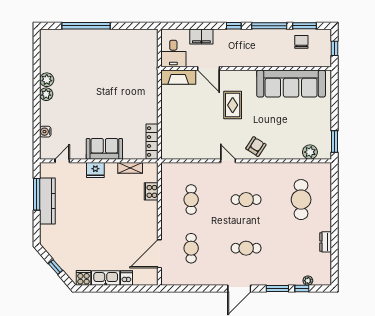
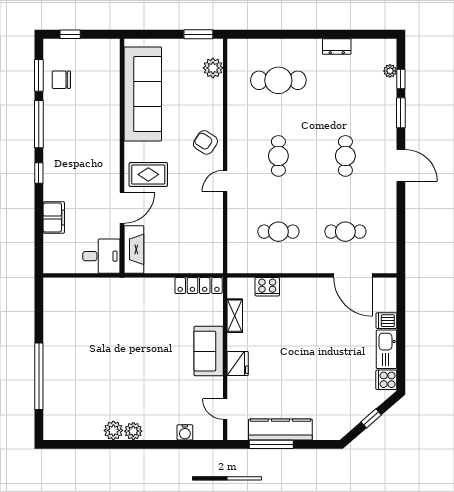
desk: (173, 54) -> (101, 256), moved
door: (208, 68) -> (122, 208), moved
wall: (246, 68) -> (122, 156), moved
fireplace: (178, 77) -> (134, 249), moved
sofa: (291, 84) -> (143, 94), moved

